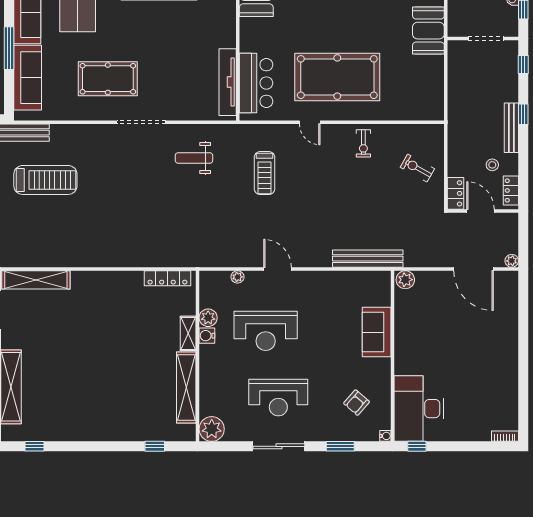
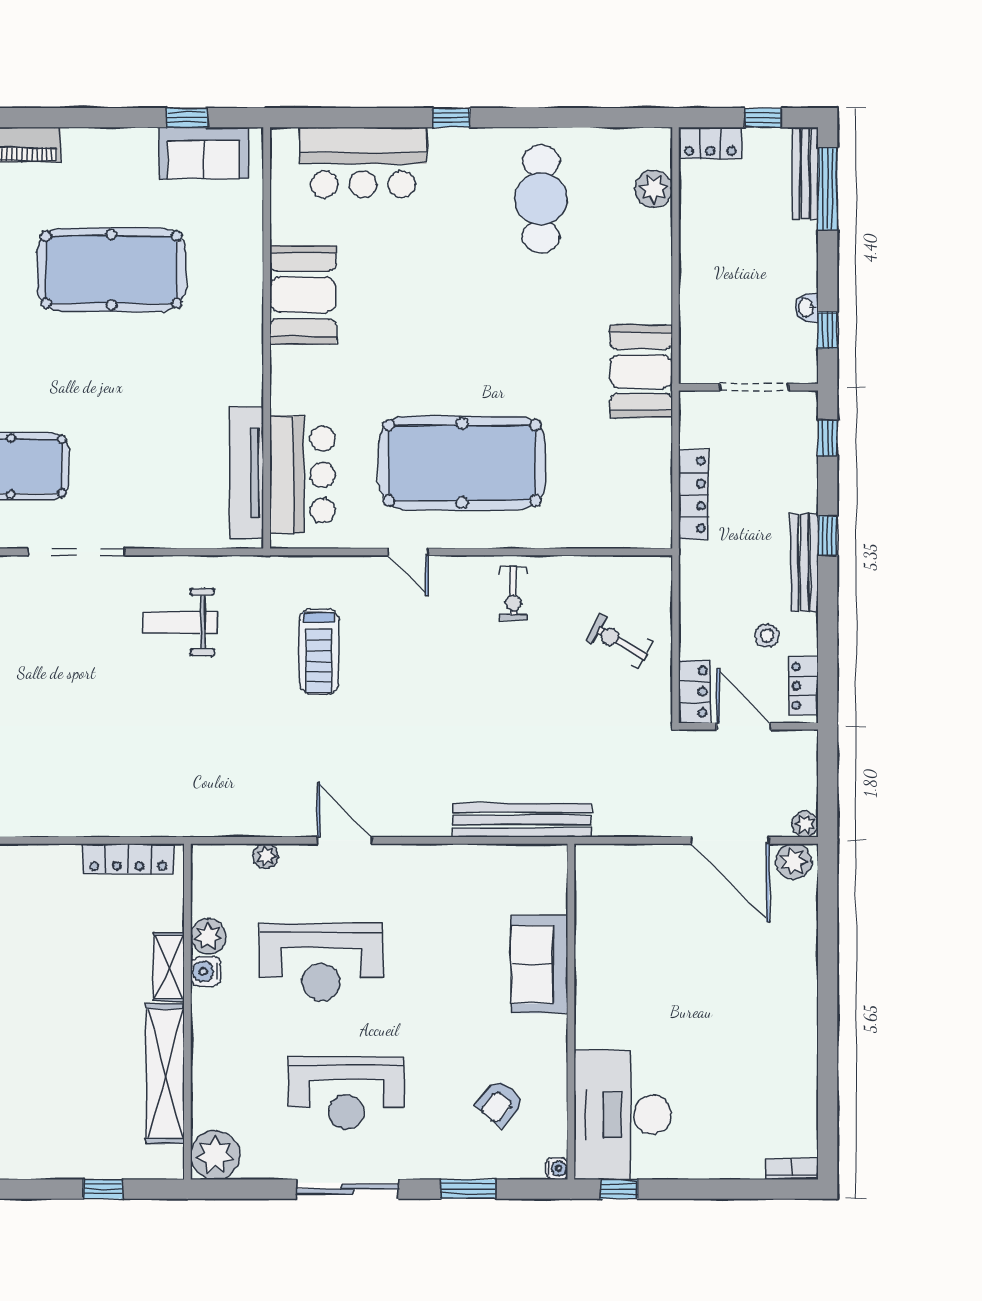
locker: (455, 93) -> (693, 495), added
plant: (405, 280) -> (794, 861), moved

